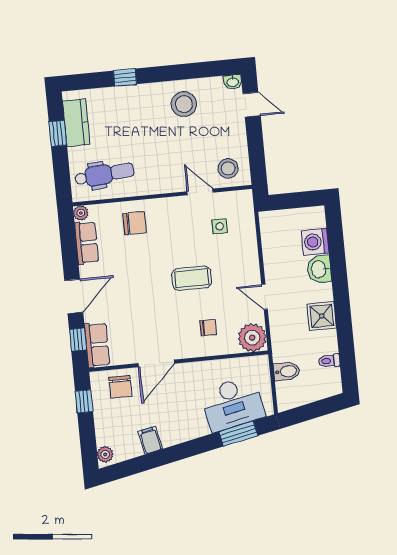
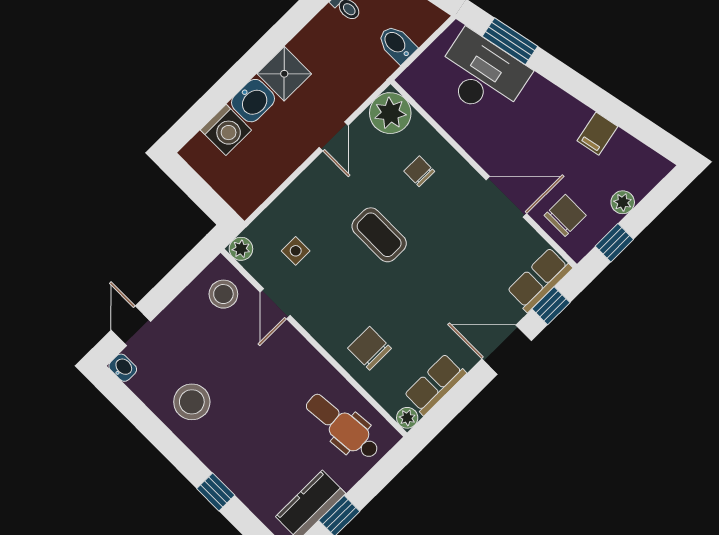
plant: (245, 198) -> (241, 249), added
shower: (322, 316) -> (284, 74), moved
plant: (105, 454) -> (623, 202), moved

